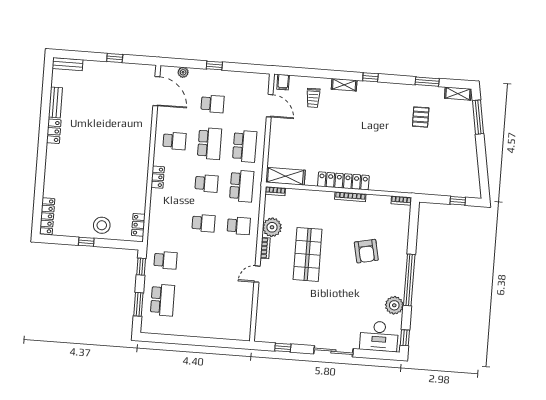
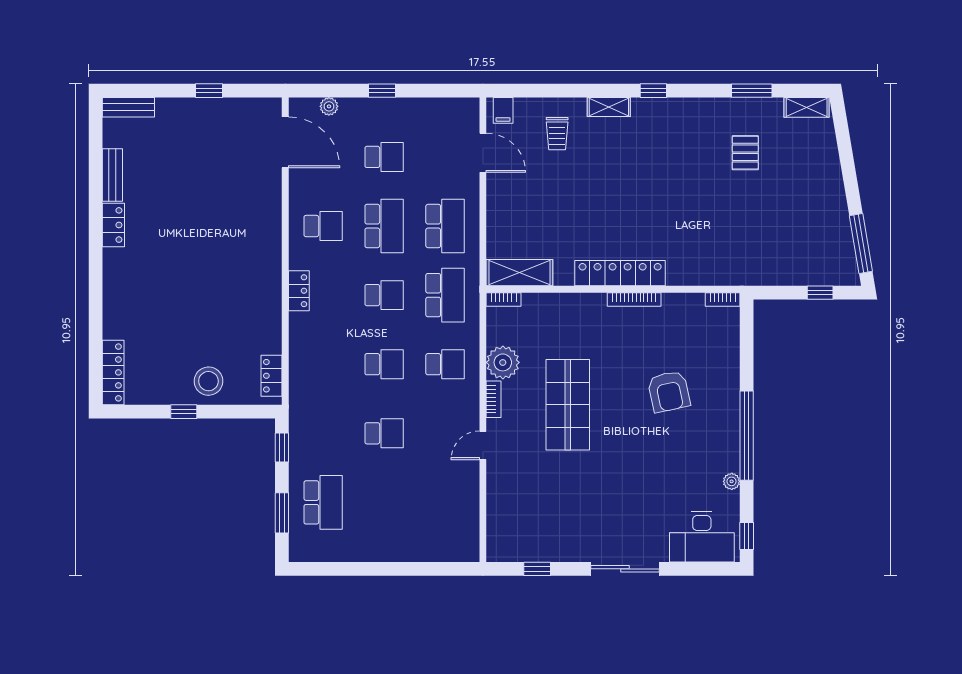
window: (478, 117) -> (861, 243), moved
school desk: (166, 260) -> (384, 433), moved
plant: (394, 305) -> (732, 481), width x0.53, depth x0.53

